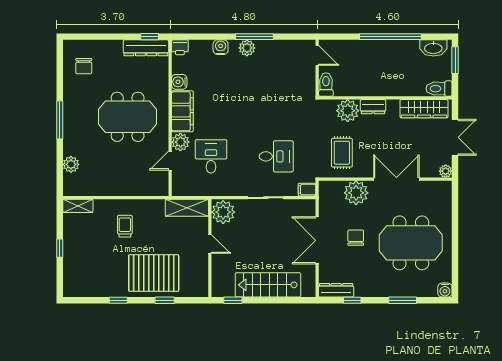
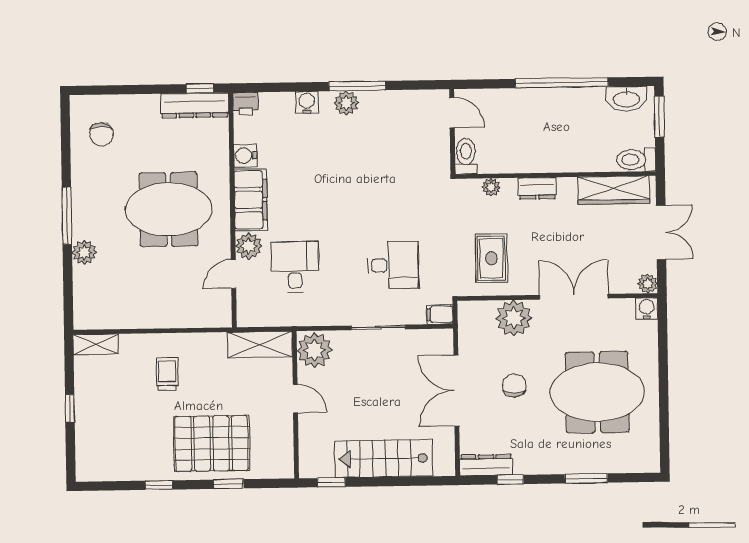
plant: (348, 111) -> (491, 187), width x0.53, depth x0.53
plant: (71, 164) -> (84, 252), moved
water cooler: (445, 290) -> (647, 309), moved, turned 180

